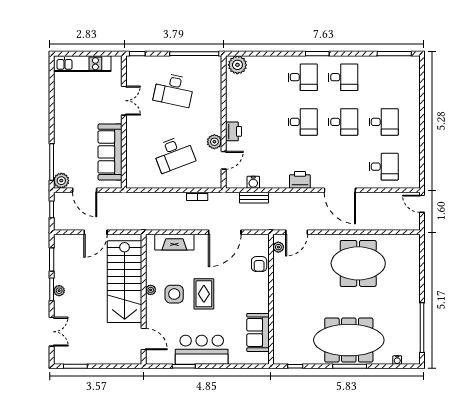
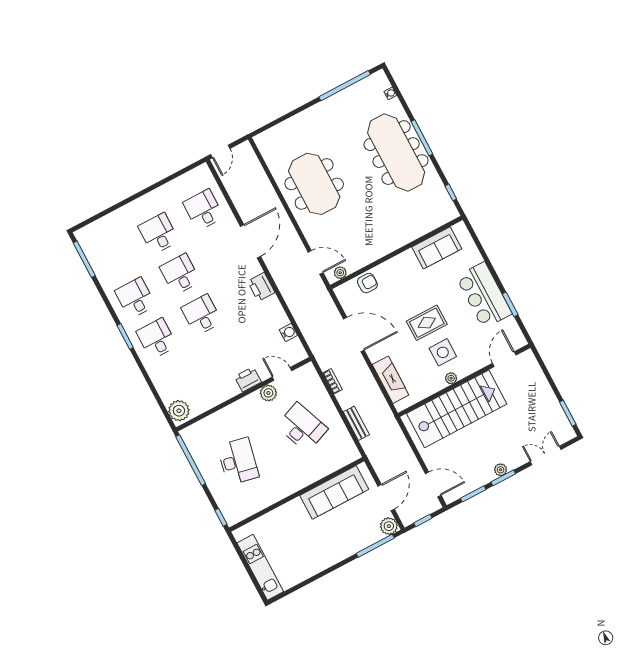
double door: (124, 101) -> (275, 506), removed
bench: (254, 198) -> (356, 423), moved
door: (96, 232) -> (433, 484), moved

